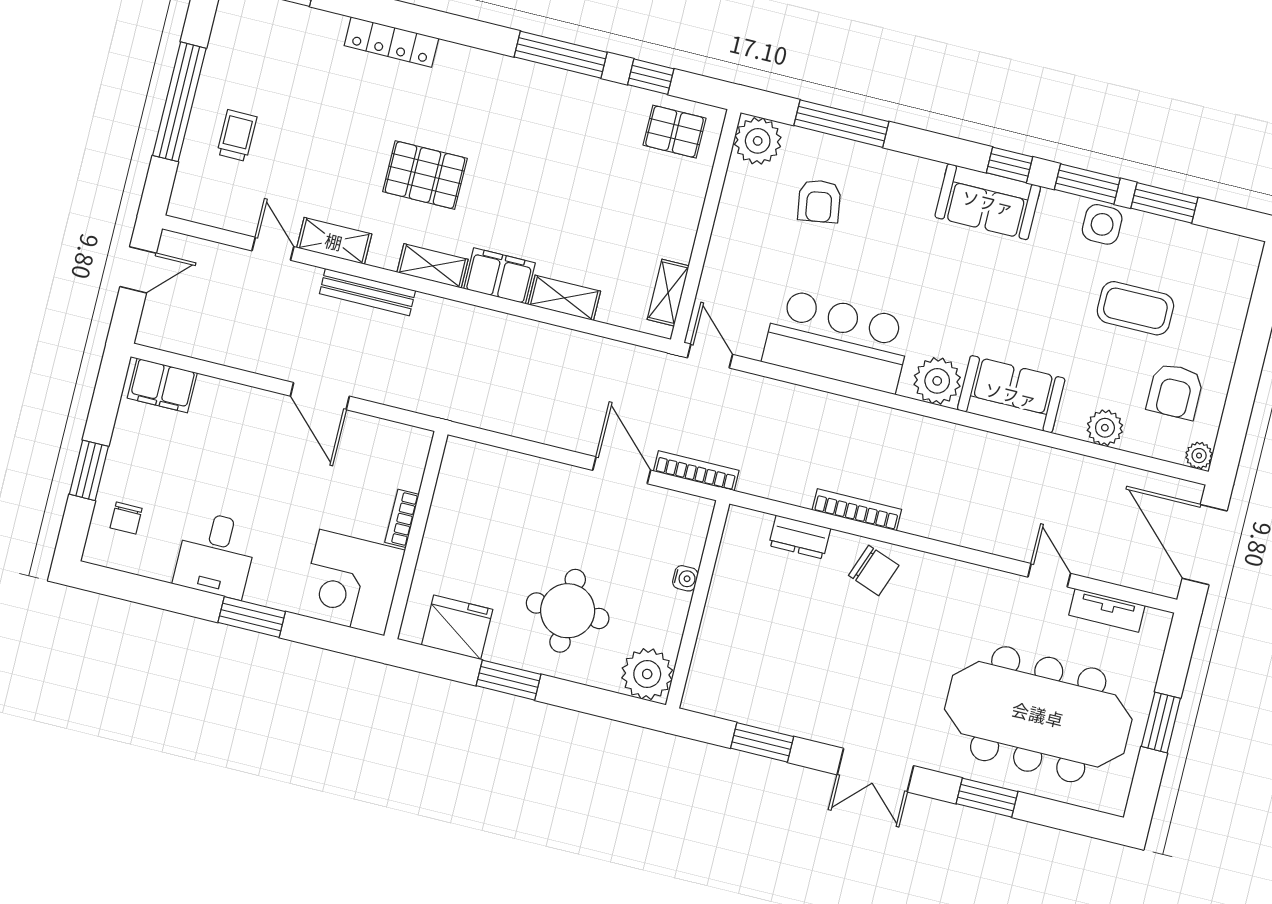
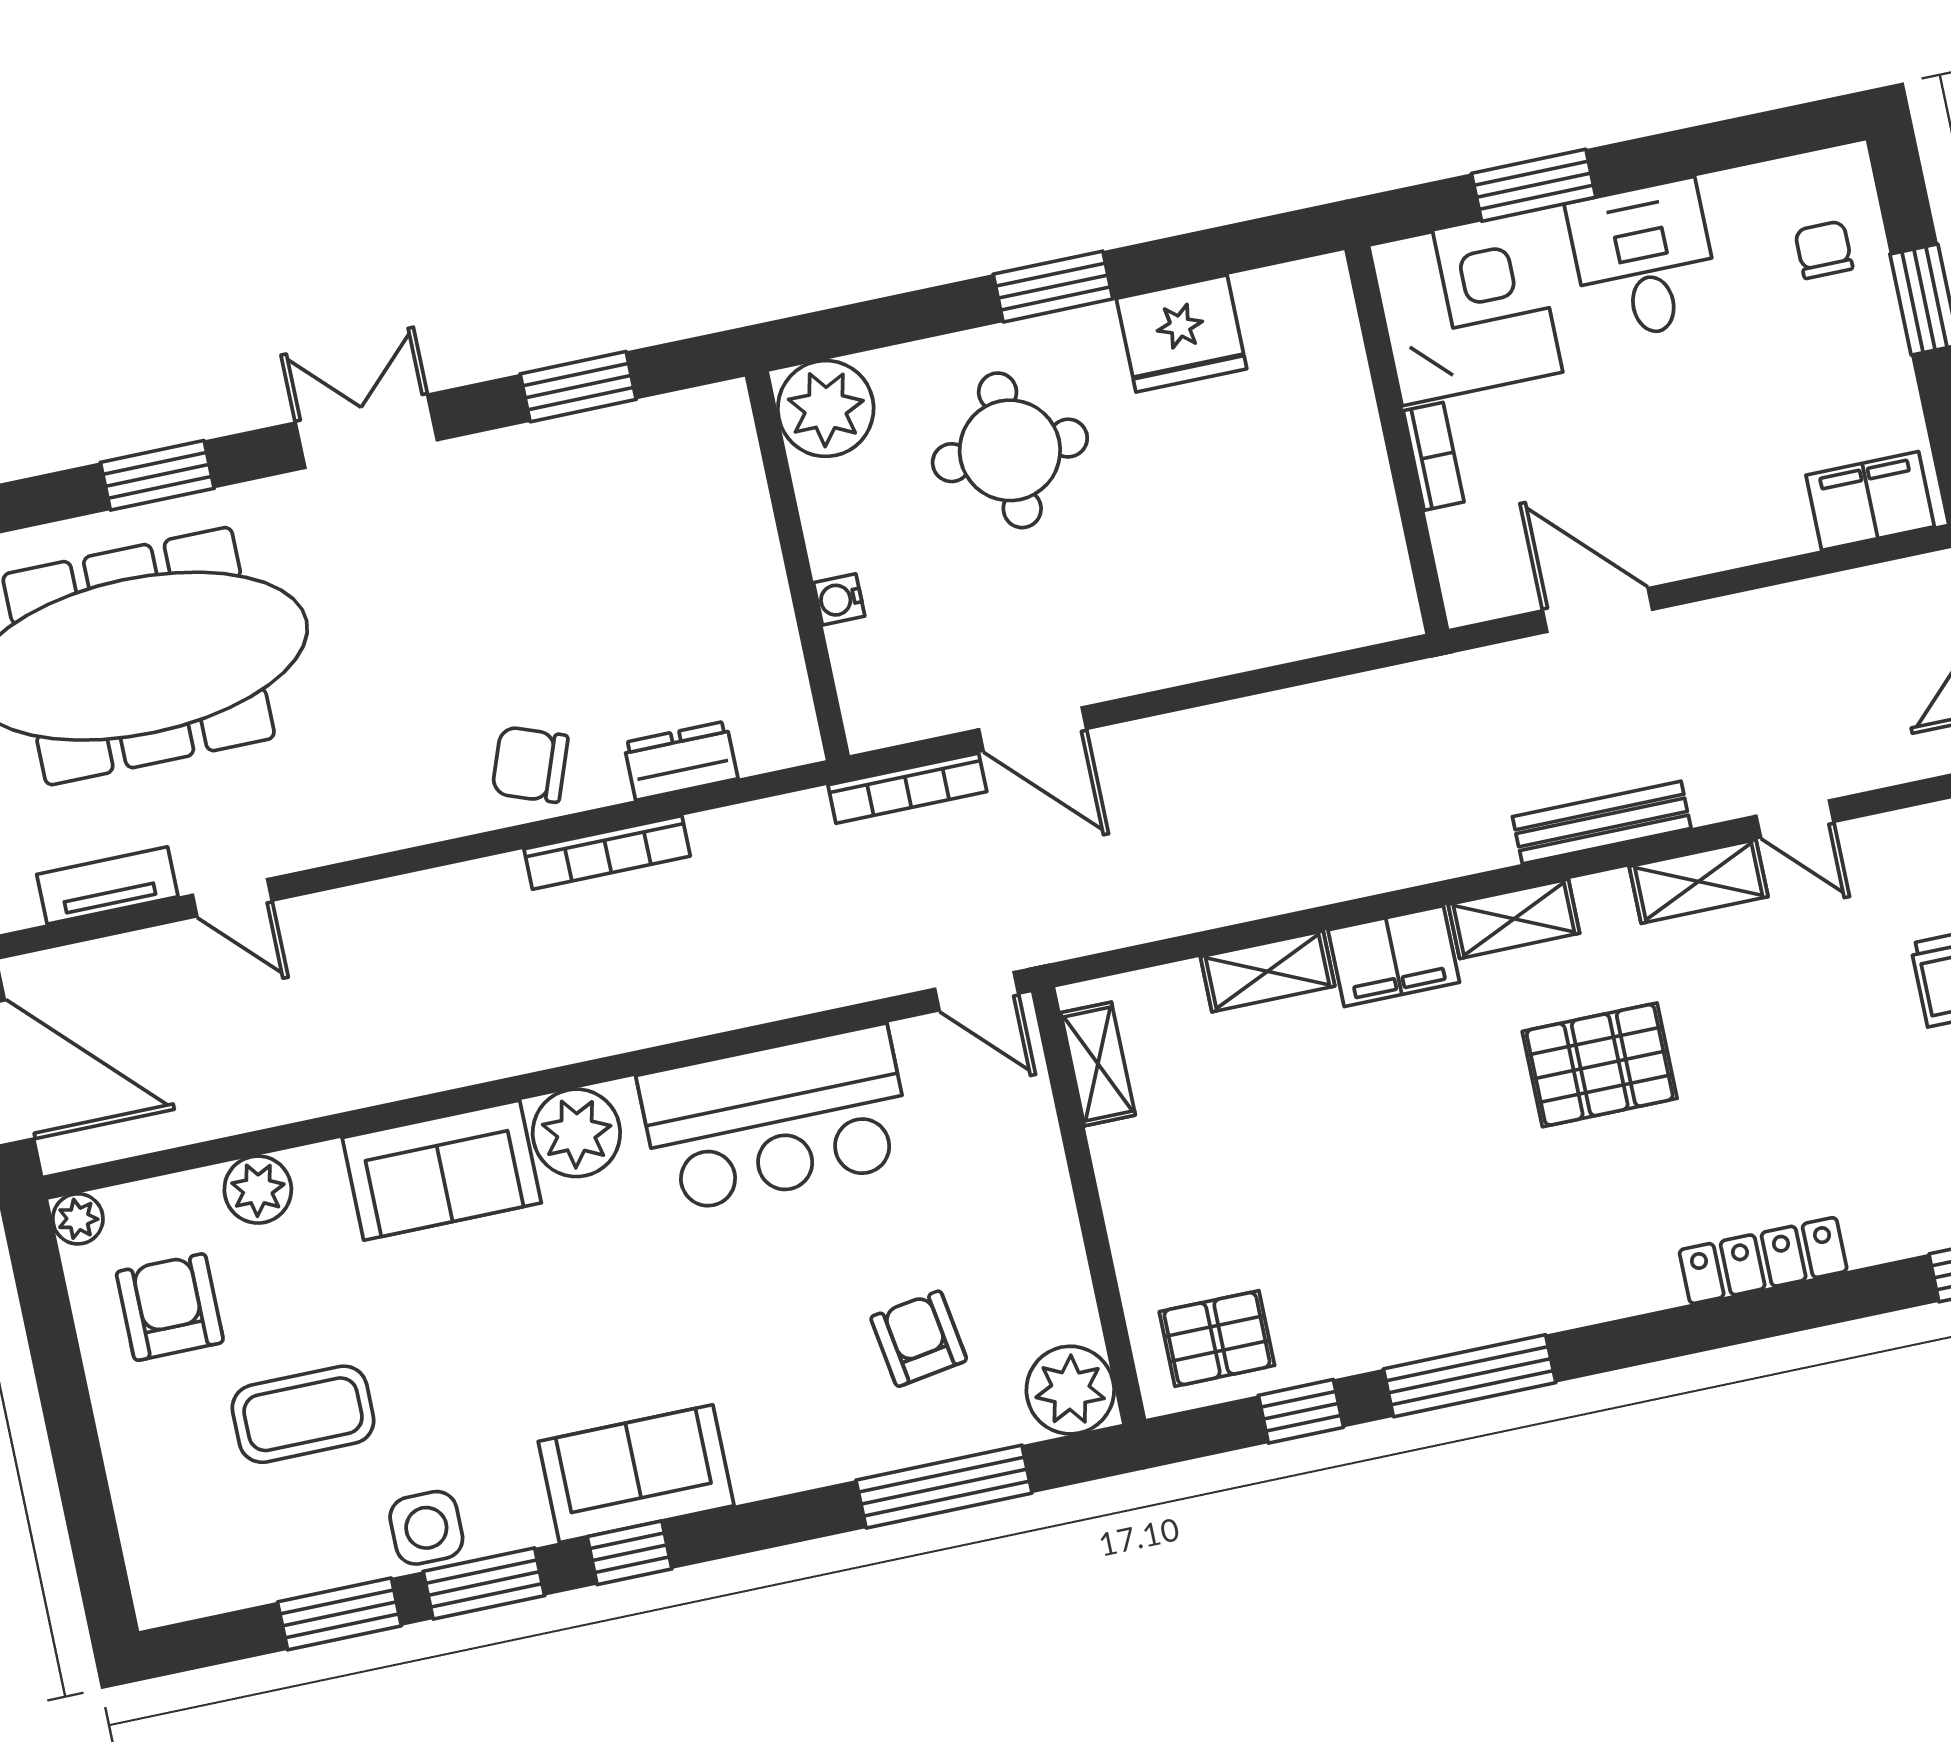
bookcase: (402, 518) -> (1434, 456), moved
wall: (416, 535) -> (1397, 440), moved
corner desk: (352, 583) -> (1466, 309), moved

